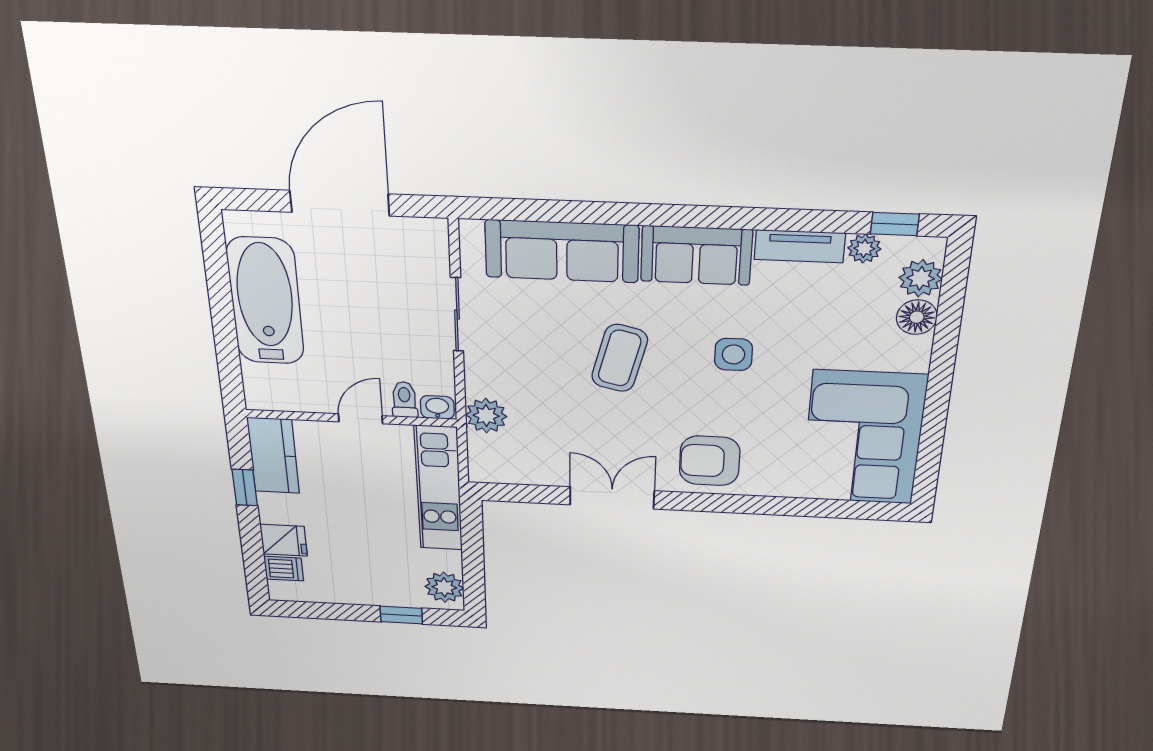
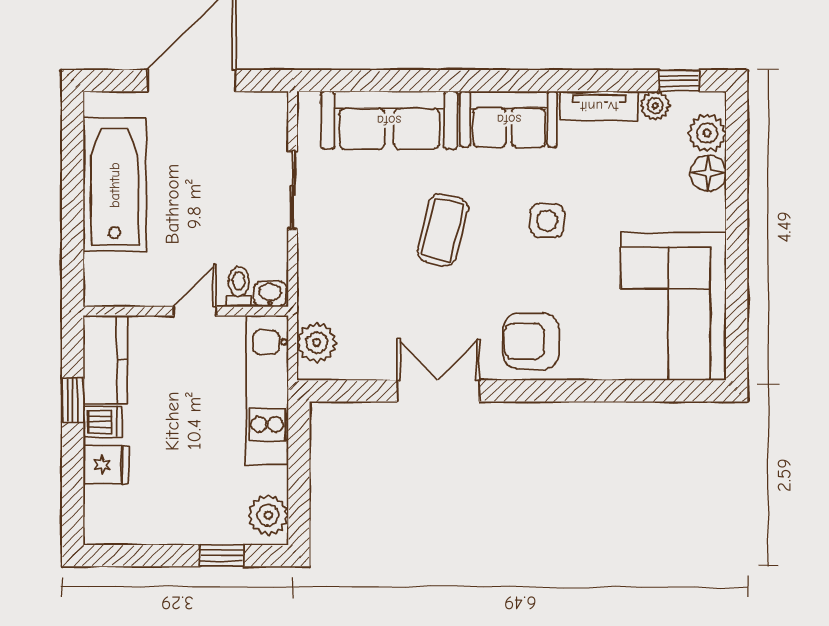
plant: (486, 416) -> (317, 343), moved
dishwasher: (284, 569) -> (103, 422), moved

